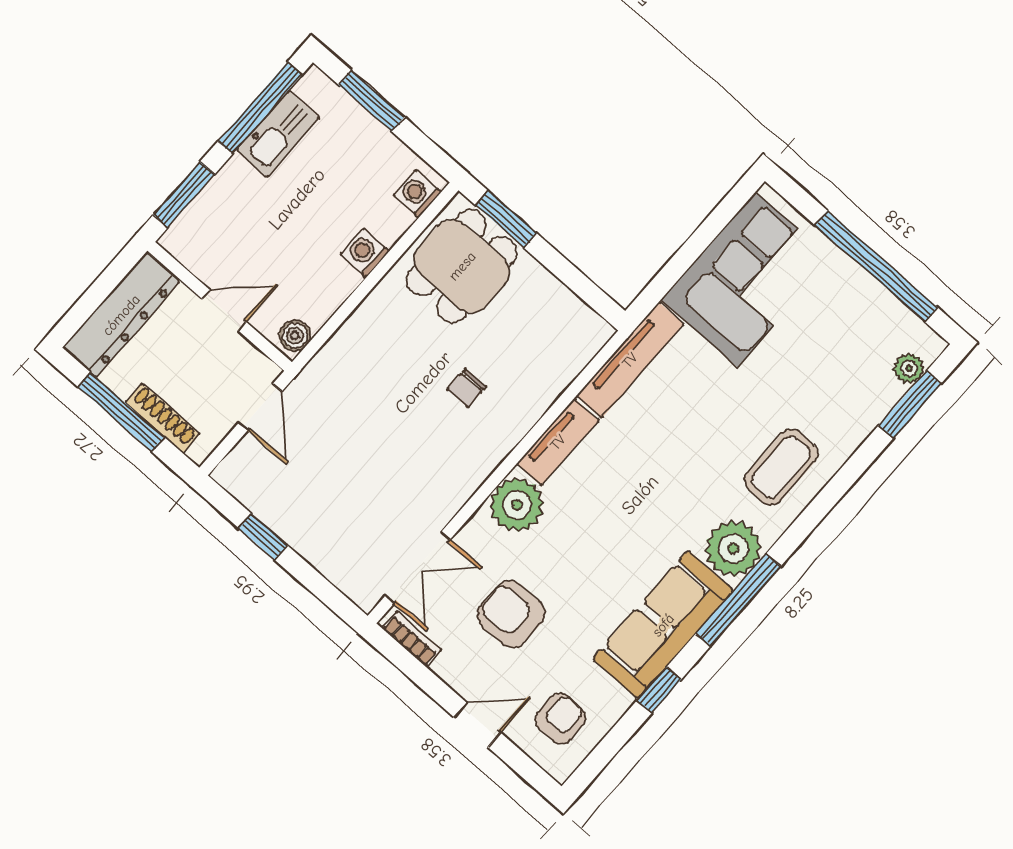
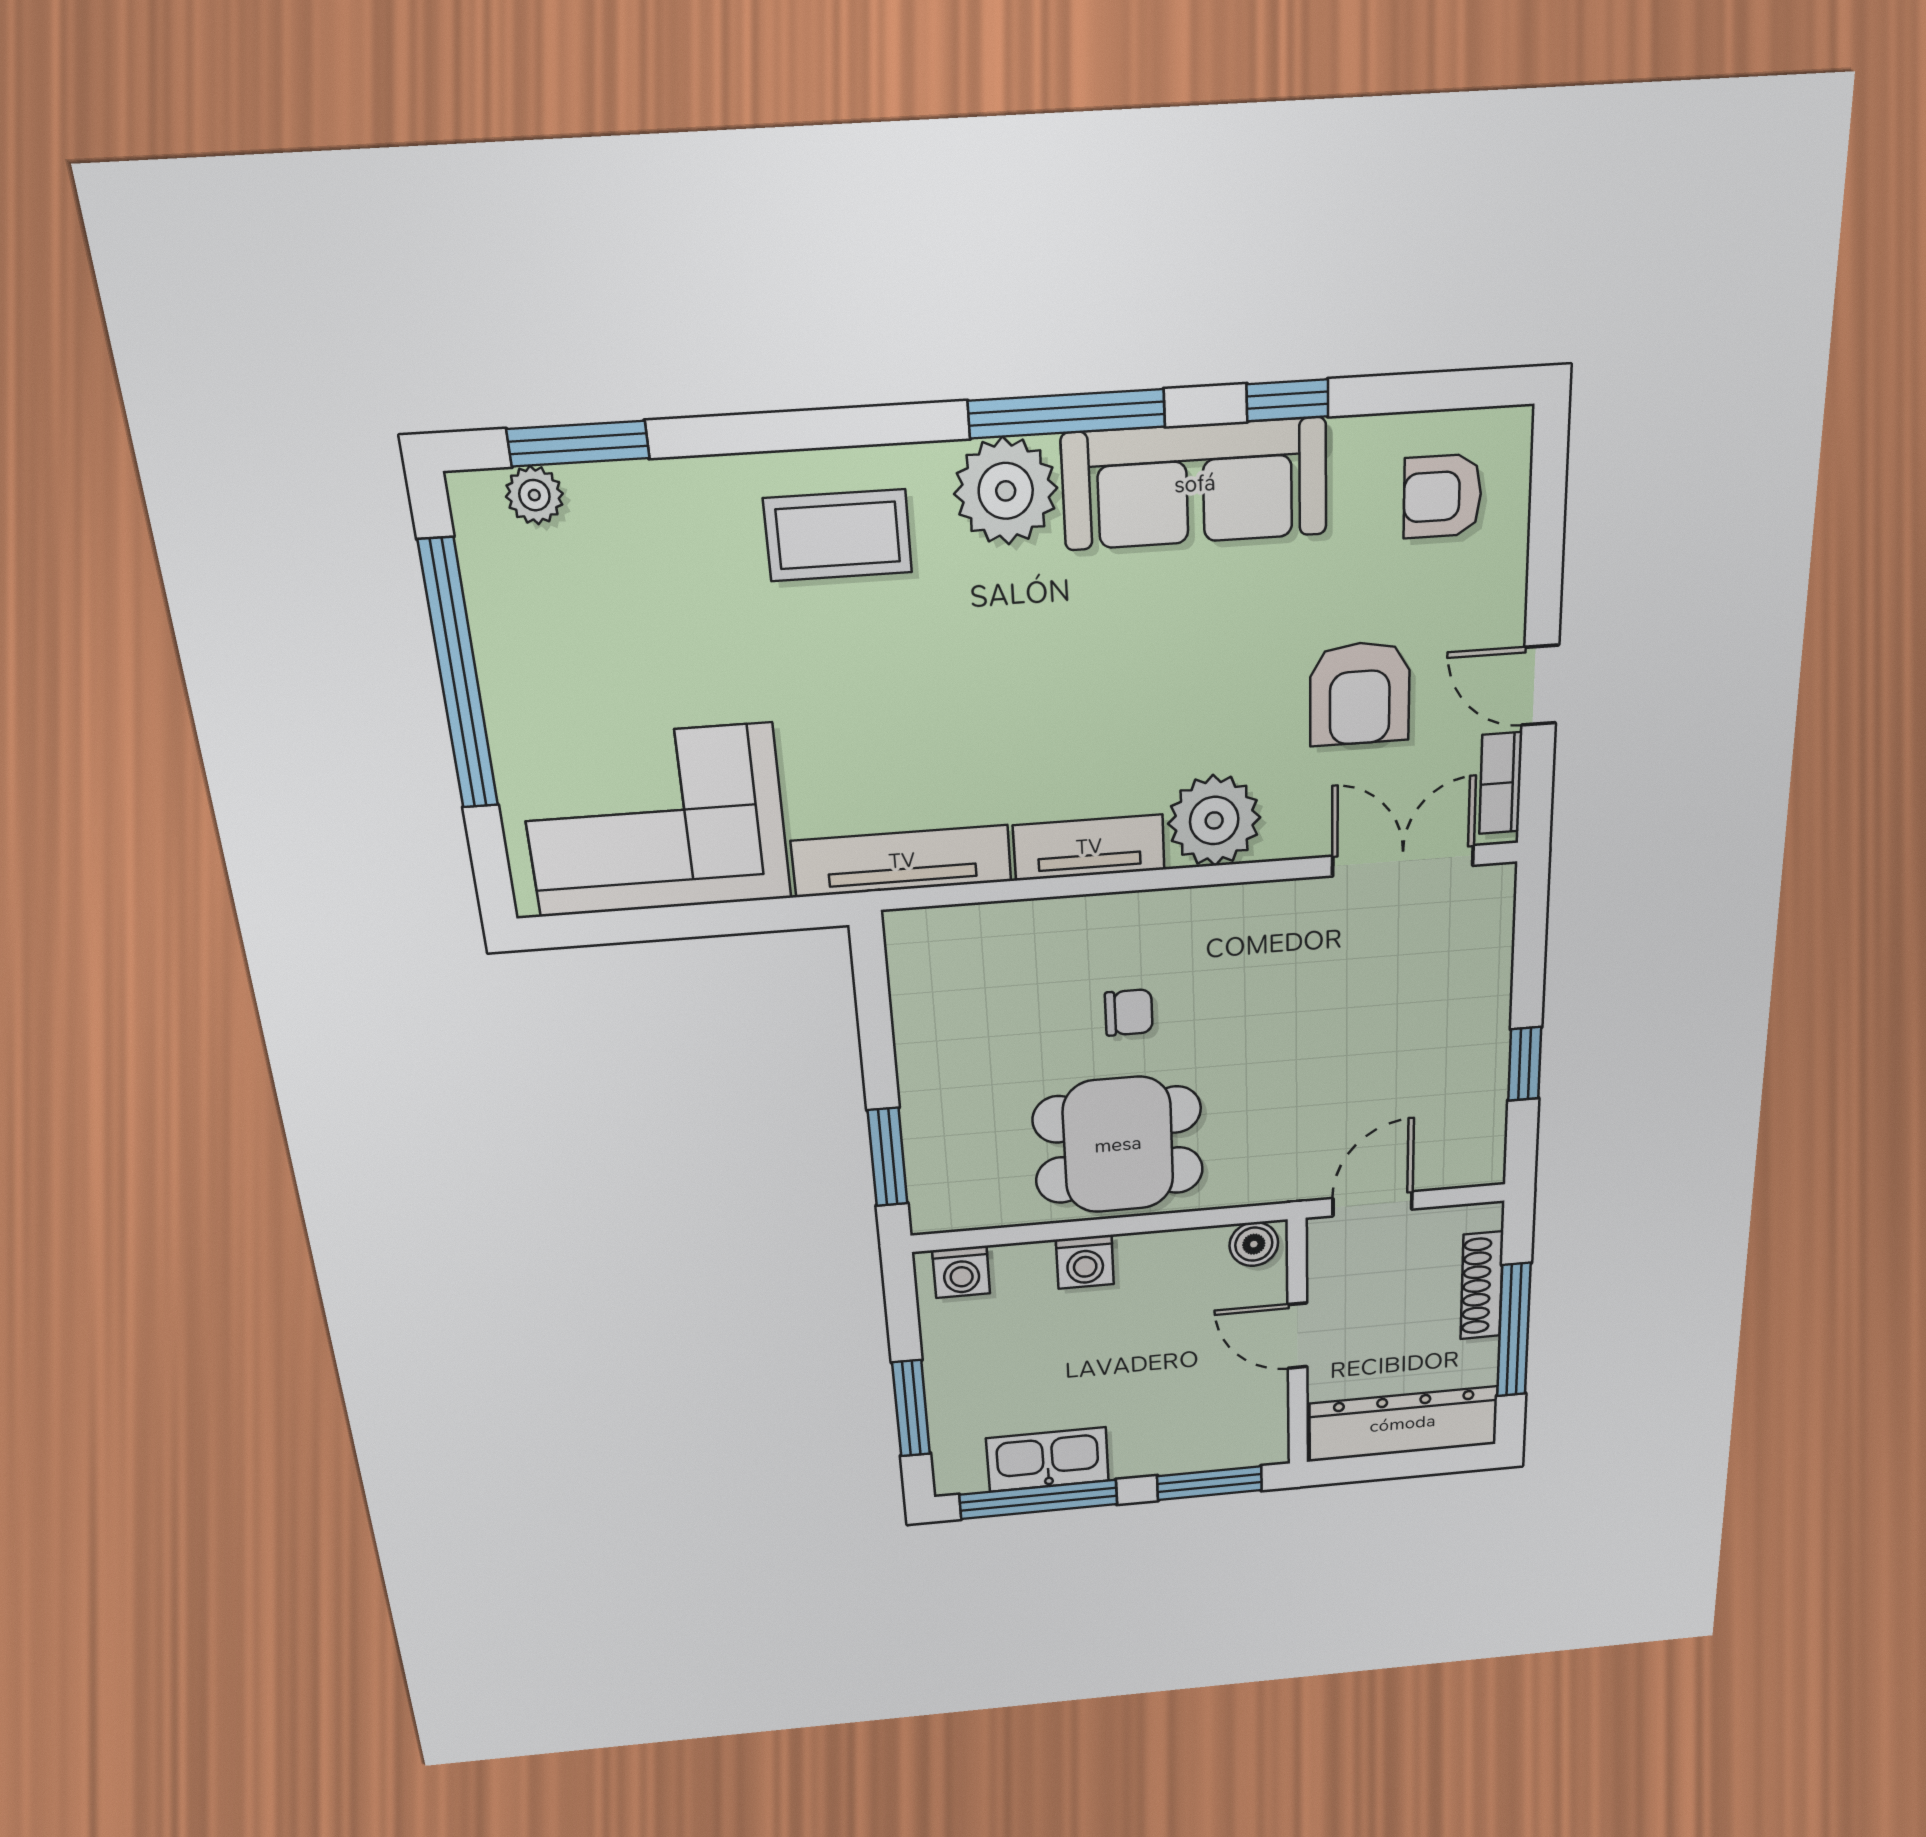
dining table: (462, 266) -> (1118, 1145), moved
door: (477, 725) -> (1540, 685), moved

